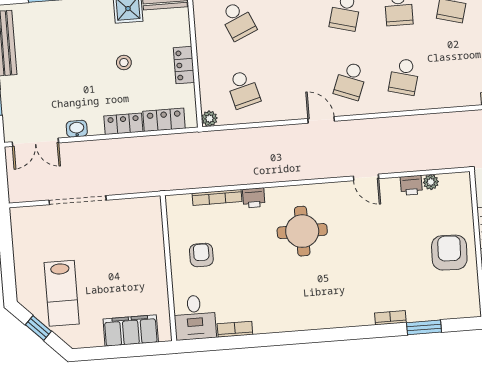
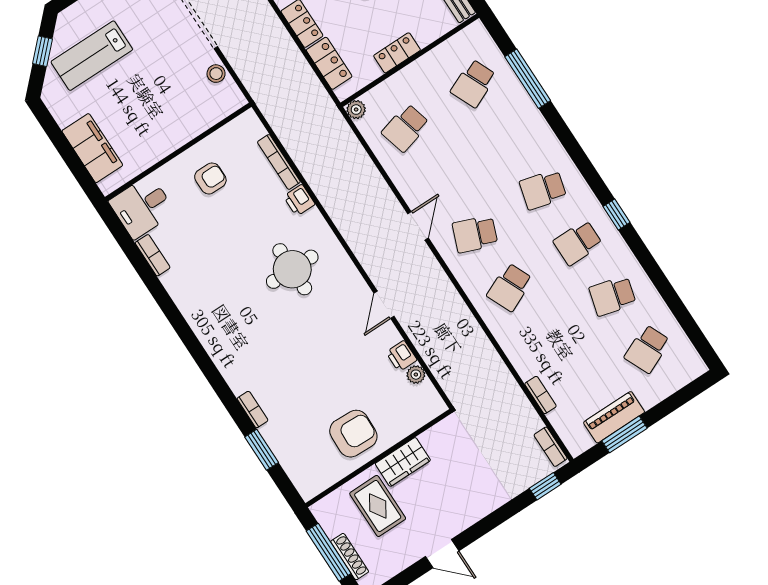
school desk: (404, 77) -> (510, 287), turned -39
stool: (126, 208) -> (216, 74), added

